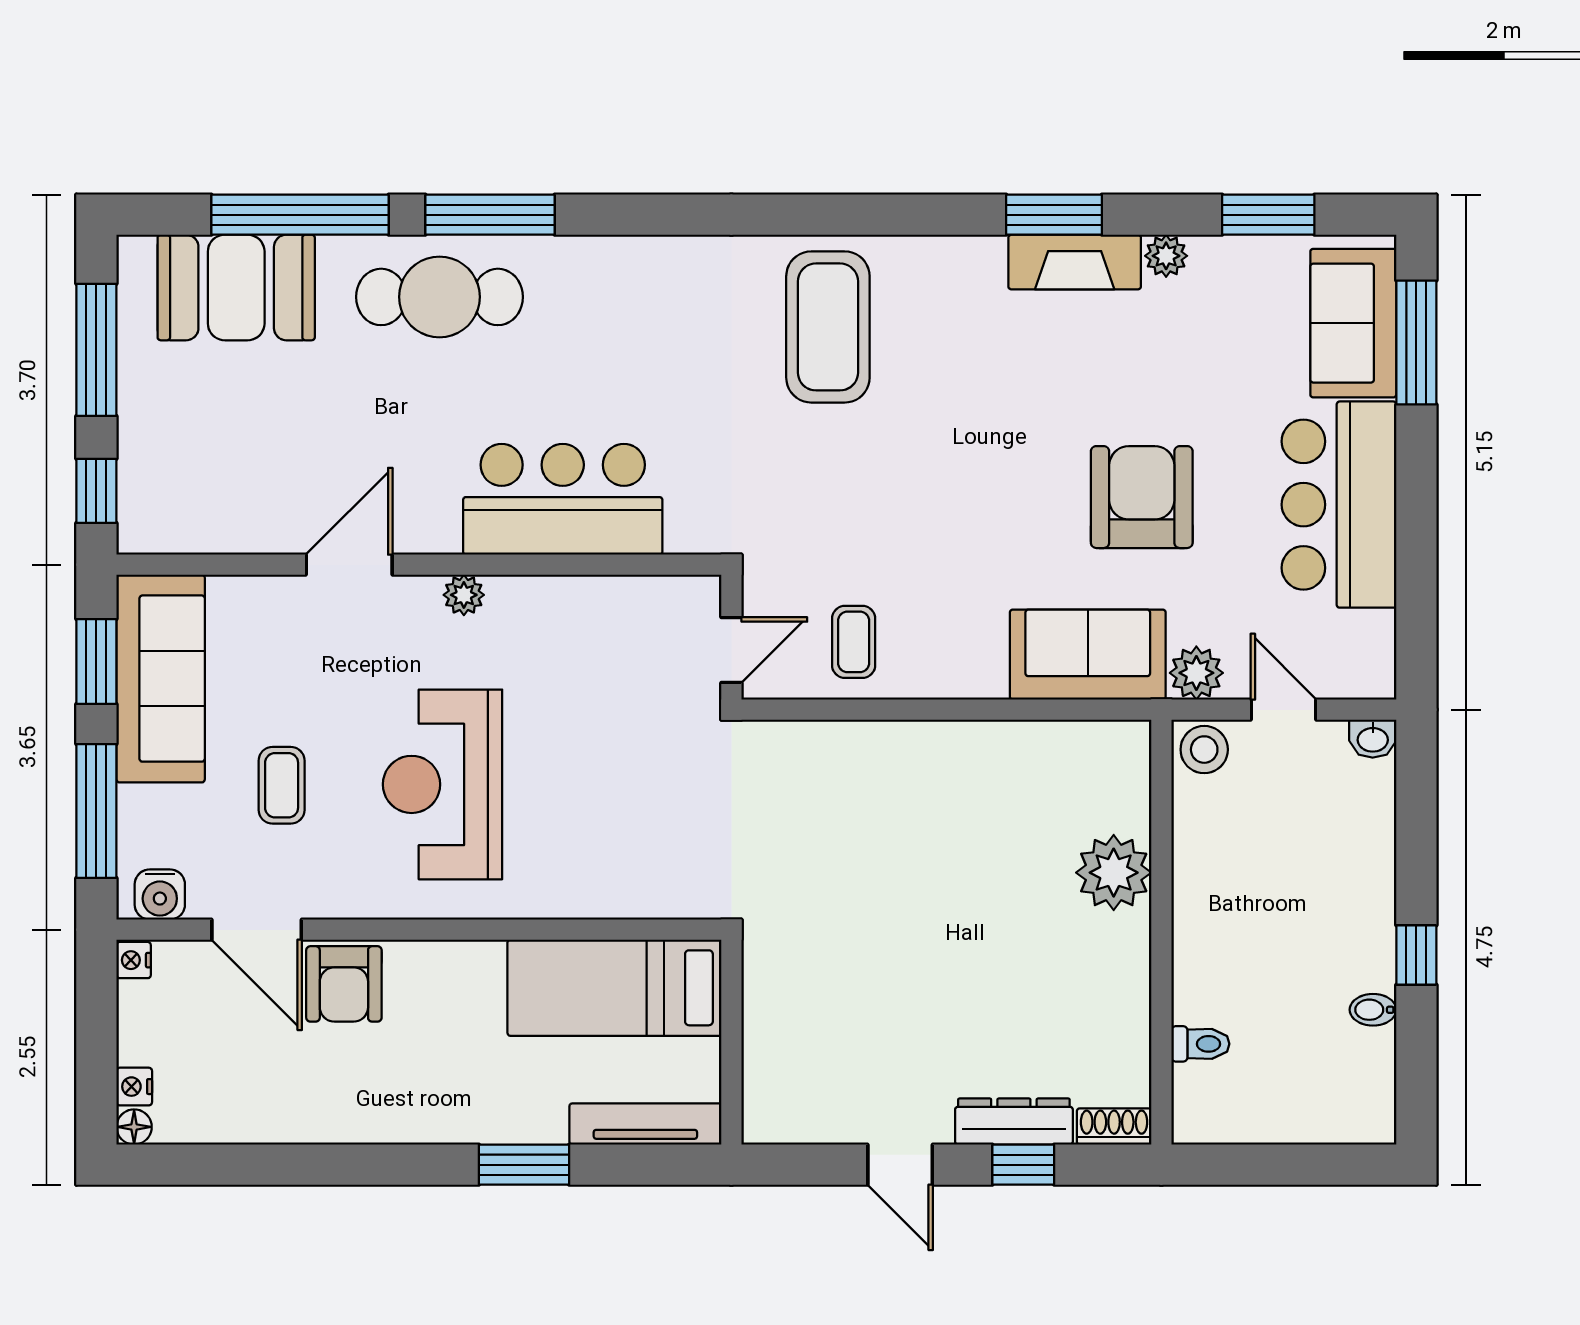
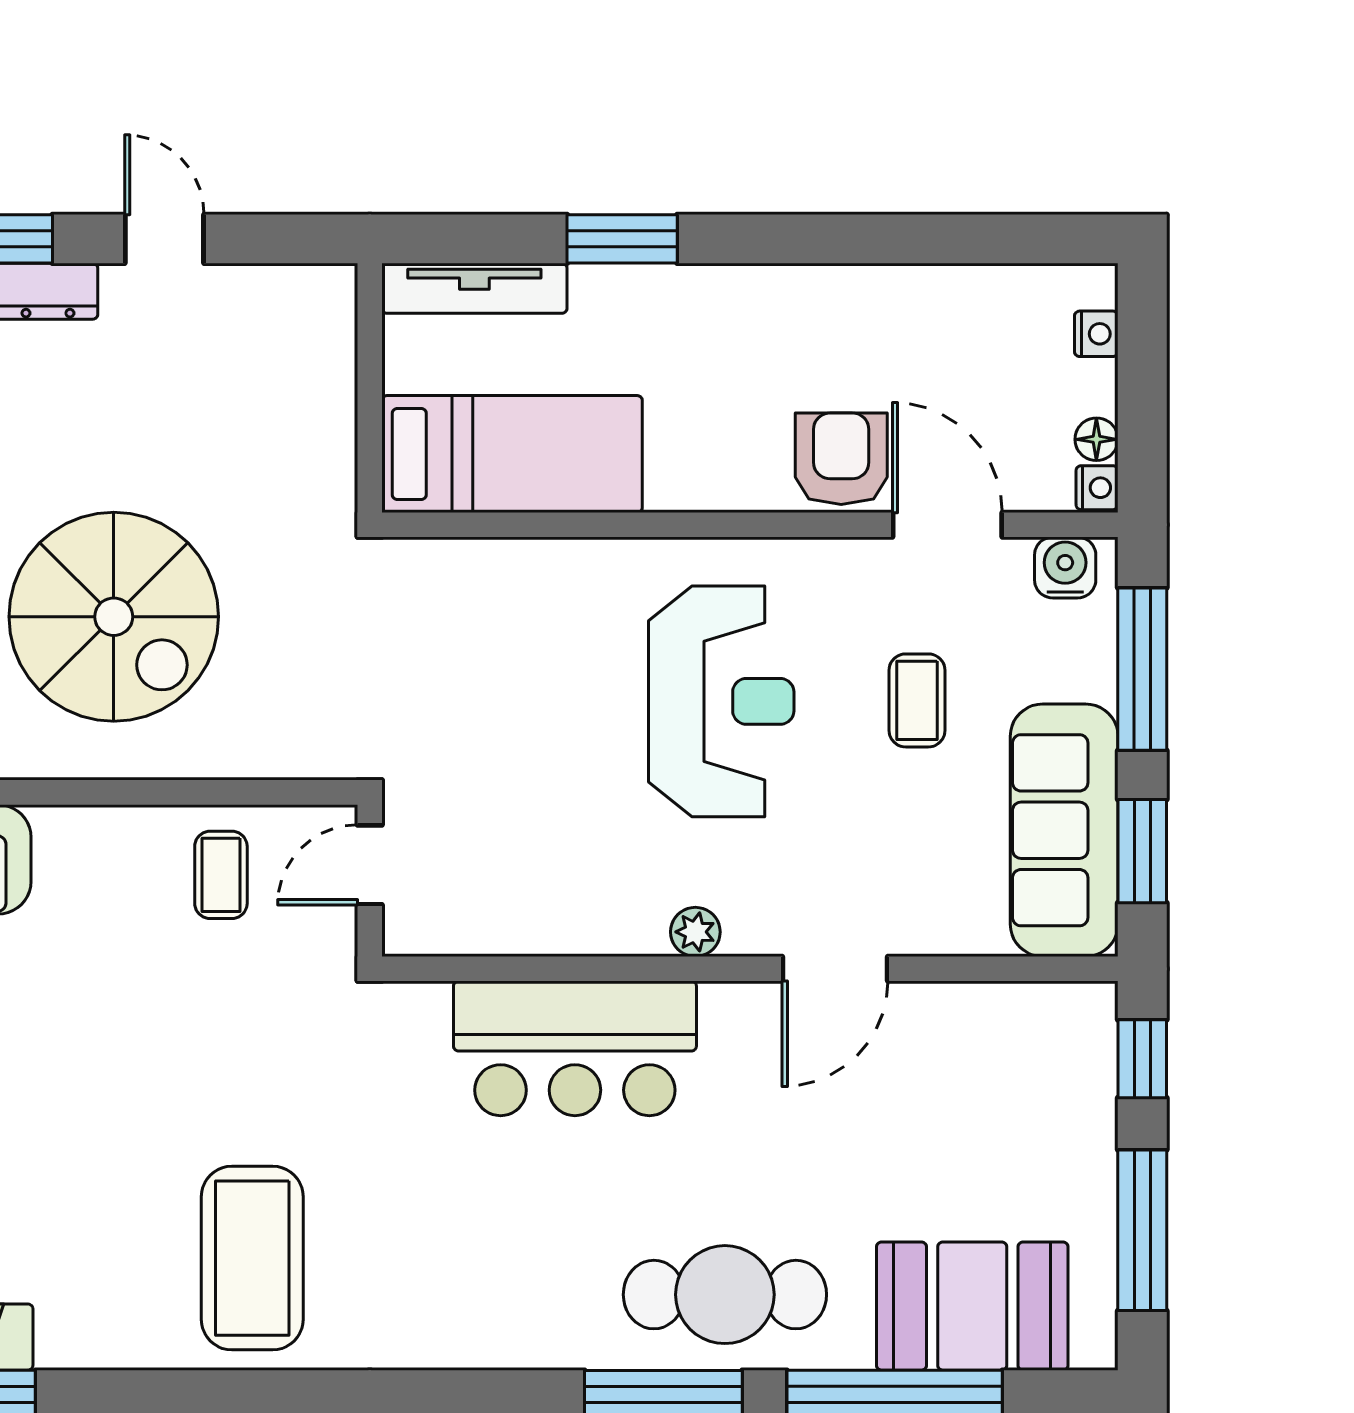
spiral stairs: (942, 854) -> (114, 617), added
floor lamp: (134, 1127) -> (1096, 439), moved

